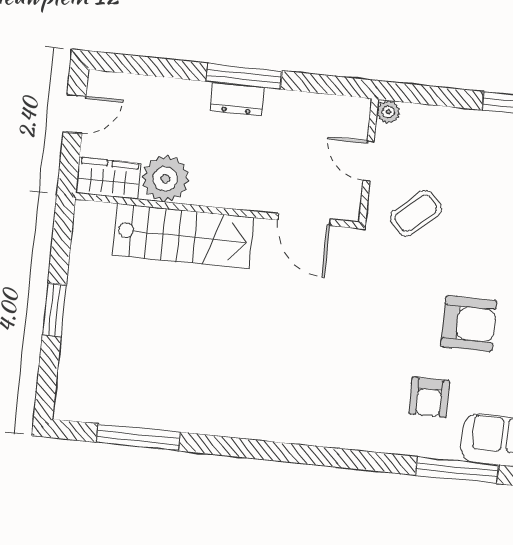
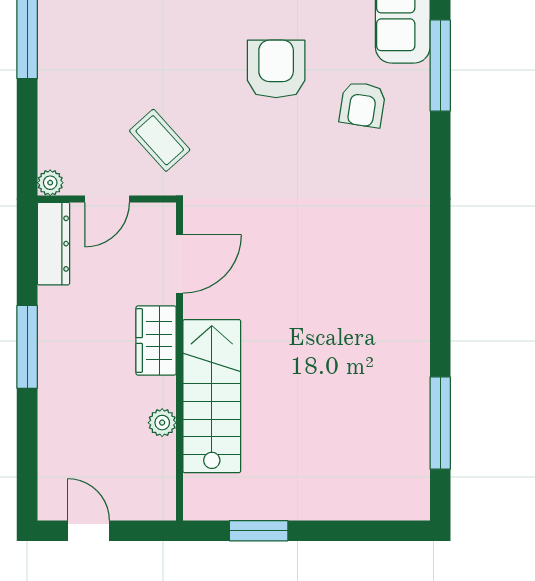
dresser: (237, 99) -> (53, 244), moved, width x1.44
wardrobe: (108, 178) -> (156, 340), moved
plant: (165, 179) -> (162, 423), width x0.53, depth x0.53
window: (54, 310) -> (259, 531), moved
armchair: (429, 397) -> (362, 104), turned 99

